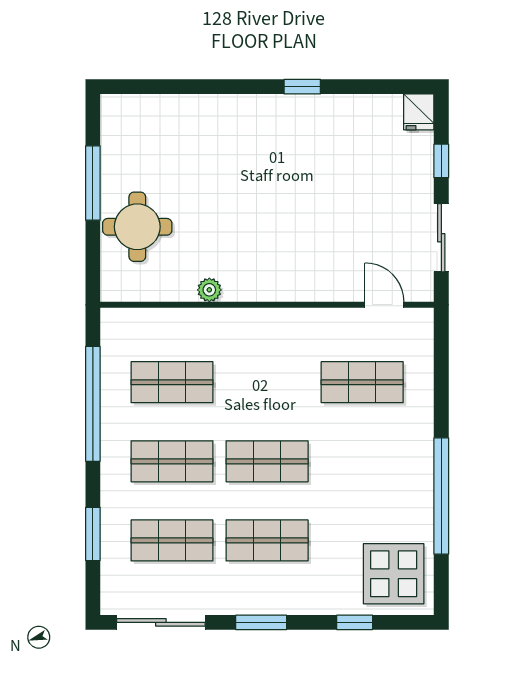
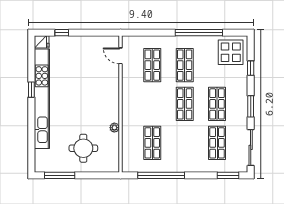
kitchen unit: (280, 112) -> (42, 99), added
window: (93, 183) -> (60, 175), moved
round table: (137, 227) -> (83, 148), moved
sliding door: (441, 238) -> (93, 33), removed
door: (384, 305) -> (121, 56), hinge flipped
shop shelf: (172, 461) -> (185, 65), moved
window: (93, 534) -> (228, 175), moved

